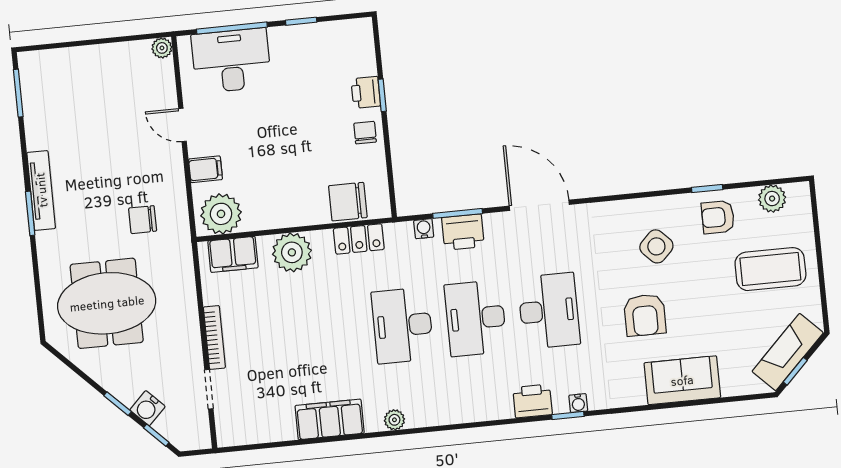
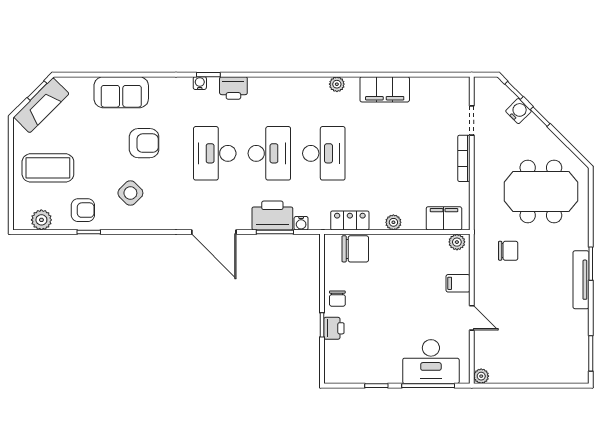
plant: (221, 214) -> (457, 242), width x0.53, depth x0.53
printer: (463, 232) -> (272, 216), width x1.37, depth x1.19
plant: (292, 252) -> (393, 222), width x0.53, depth x0.53
armchair: (645, 315) -> (144, 143), turned 90

